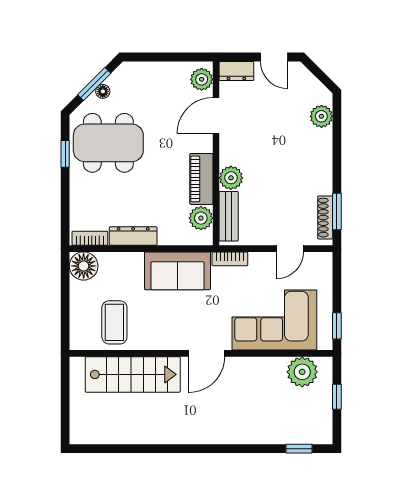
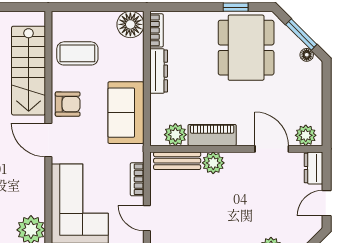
floor lamp: (103, 91) -> (307, 55), moved
bookcase: (230, 259) -> (137, 179), moved
armchair: (168, 333) -> (68, 104), added

